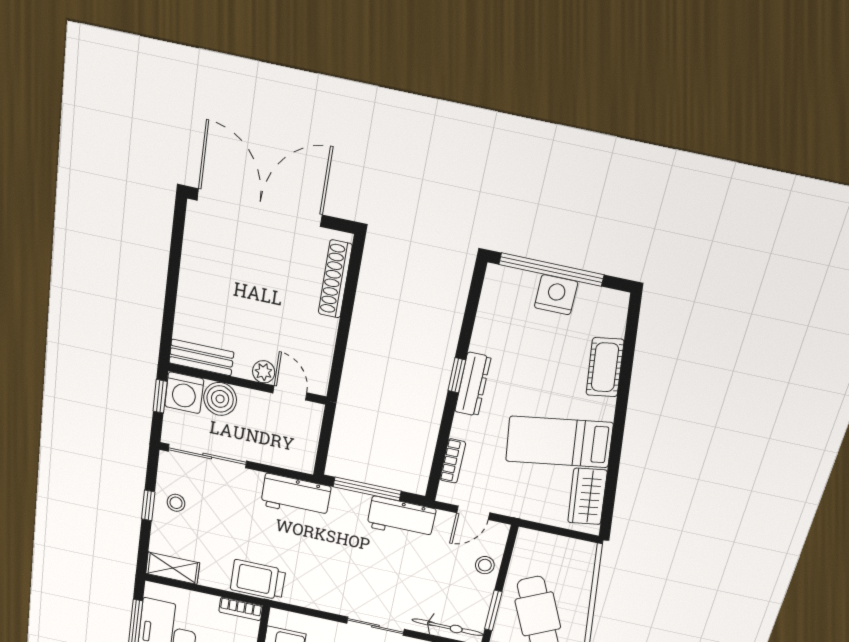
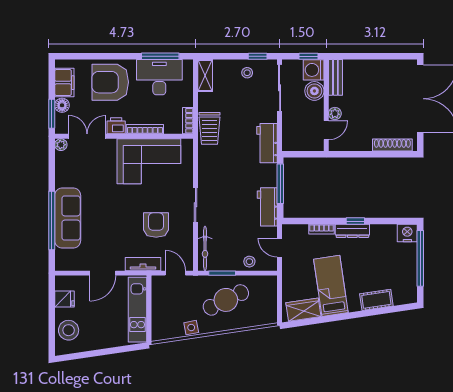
nightstand: (556, 295) -> (407, 233), moved, turned -90
bookcase: (453, 461) -> (322, 229), moved
window: (148, 505) -> (258, 56), moved
trolley: (258, 580) -> (209, 128), turned 180

